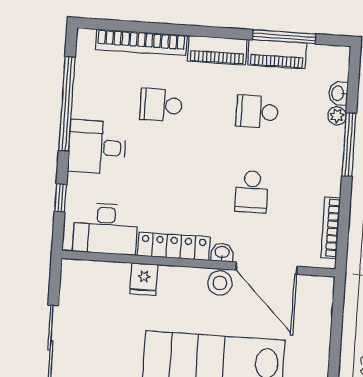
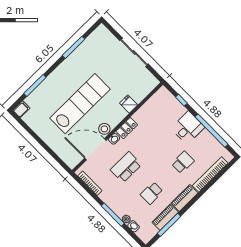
school desk: (257, 112) -> (152, 193), turned 180
school desk: (252, 192) -> (126, 167), width x1.85
desk: (105, 229) -> (157, 106), removed
locker: (174, 246) -> (127, 128), width x0.66

